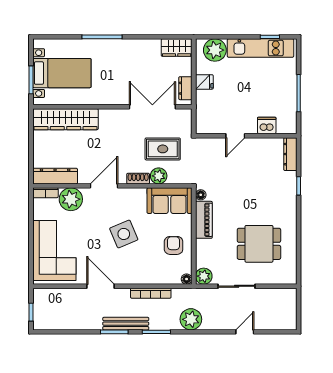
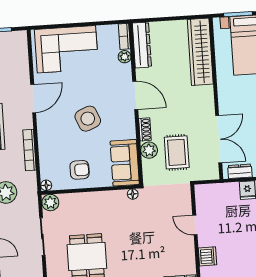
plant: (71, 199) -> (125, 57), width x0.53, depth x0.53
piano: (204, 220) -> (107, 199), removed

